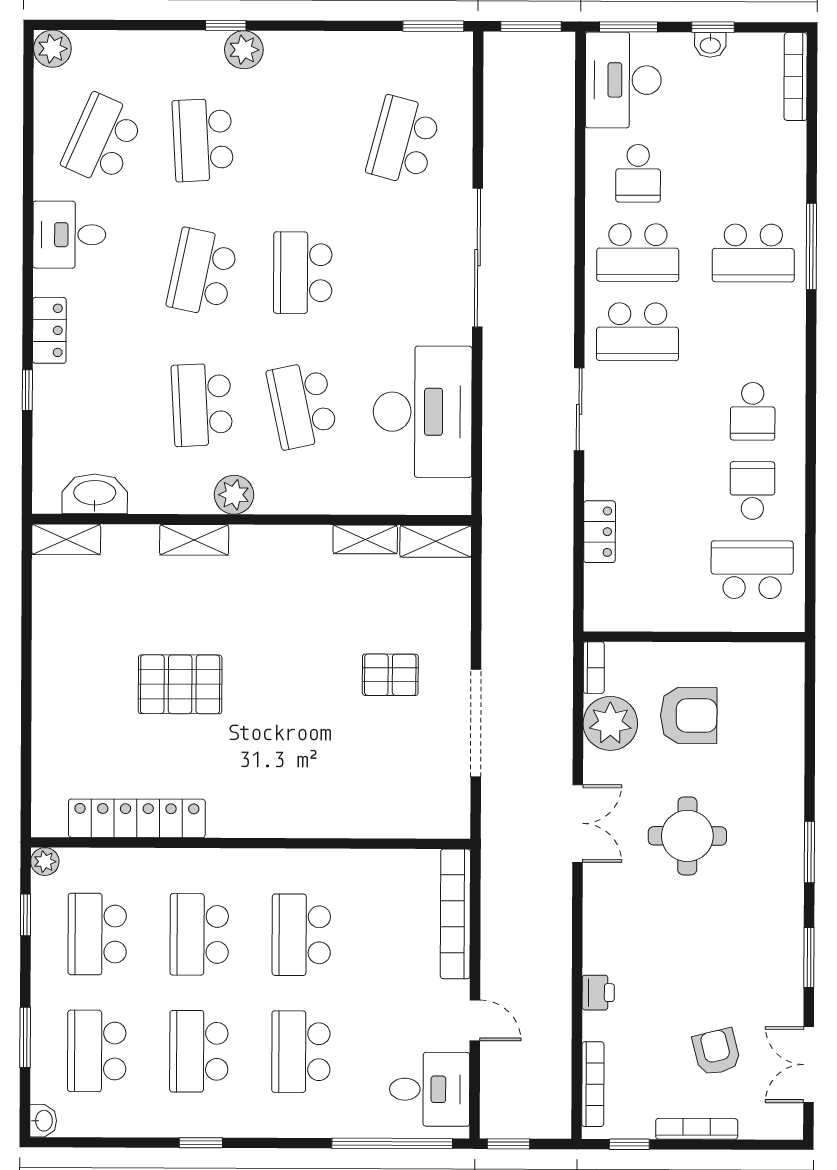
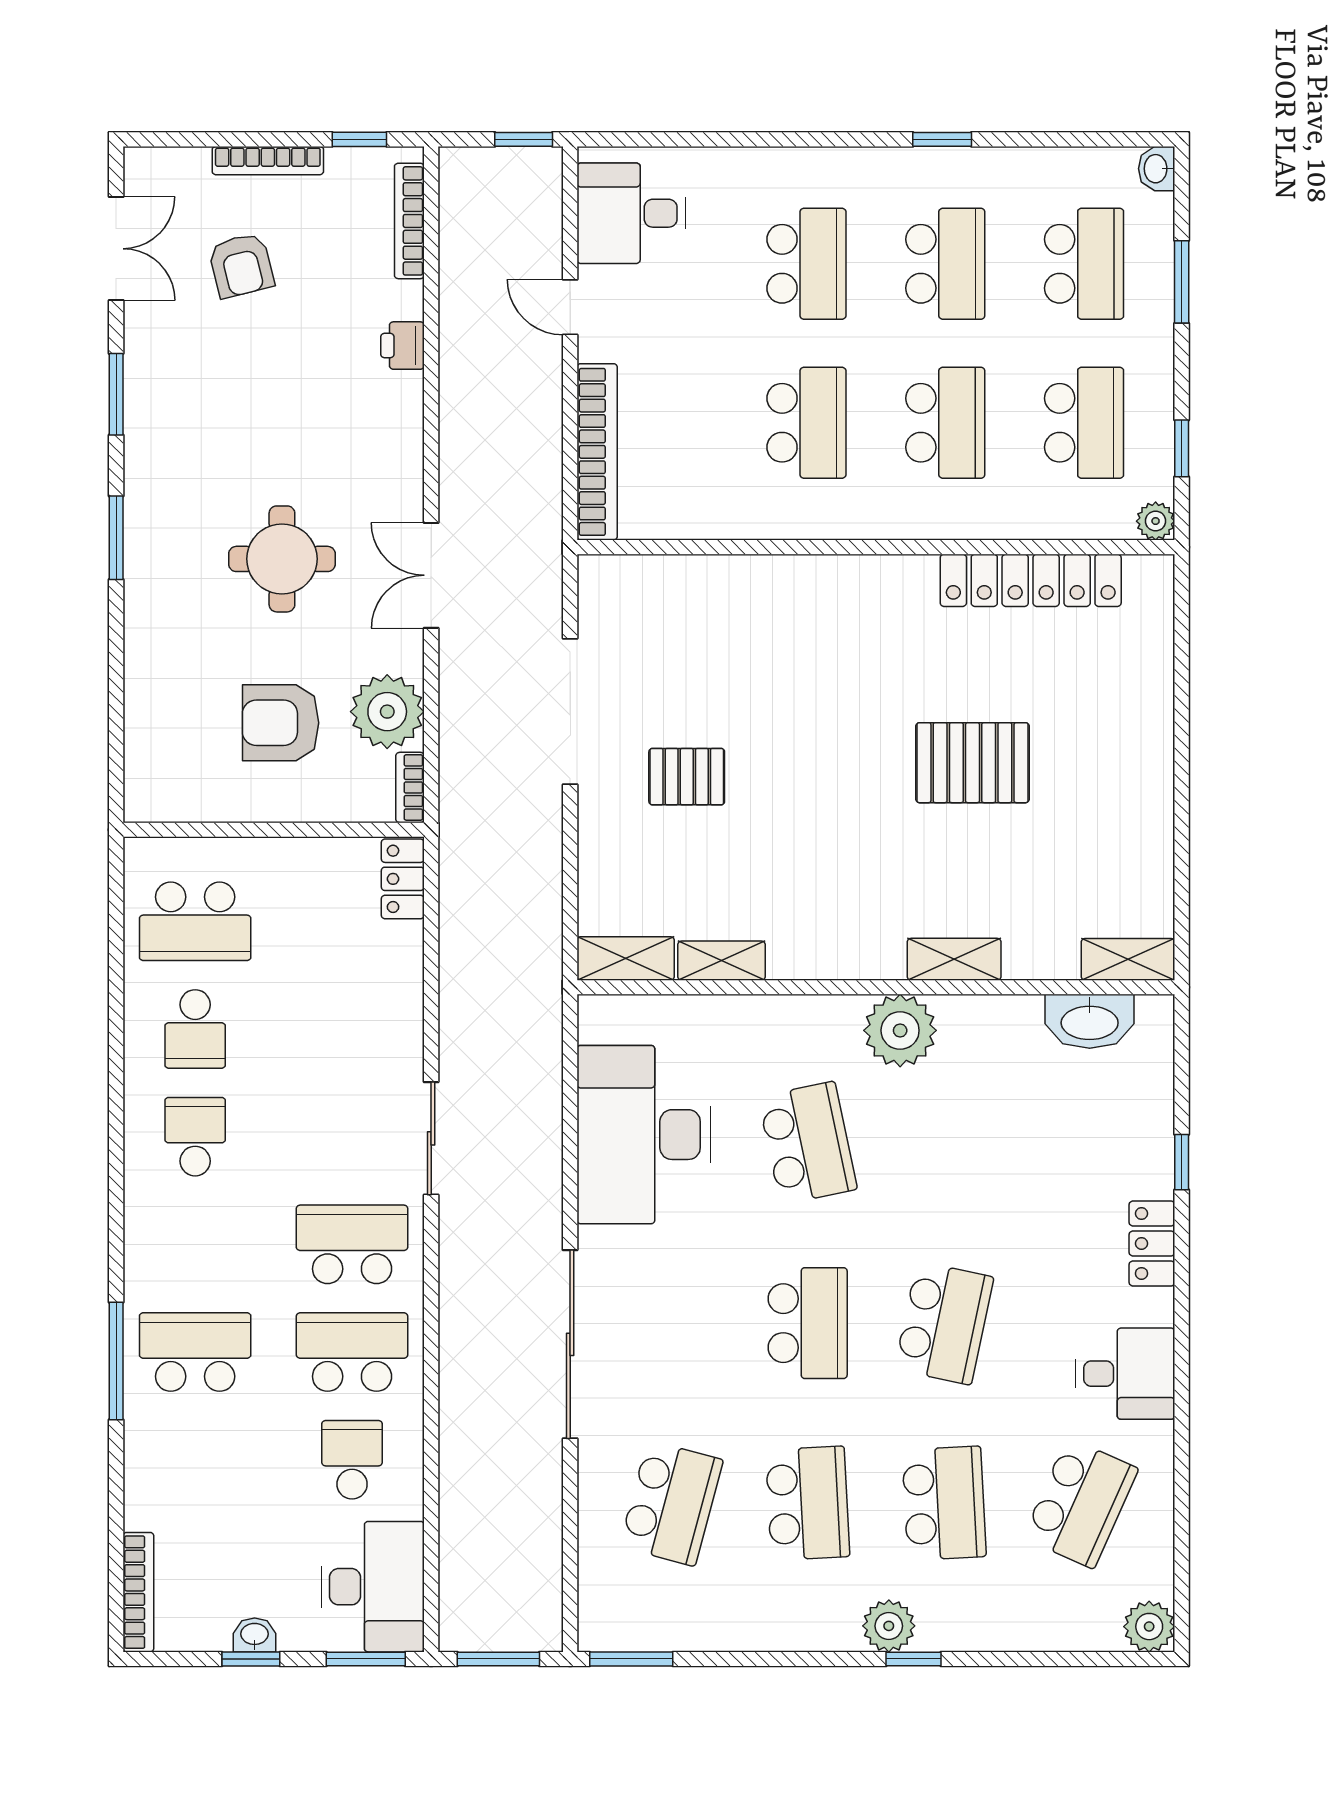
school desk: (202, 405) -> (808, 1503), moved
plant: (234, 495) -> (900, 1030), width x1.36, depth x1.36
locker: (600, 532) -> (403, 879), moved
window: (392, 1143) -> (682, 139), removed

